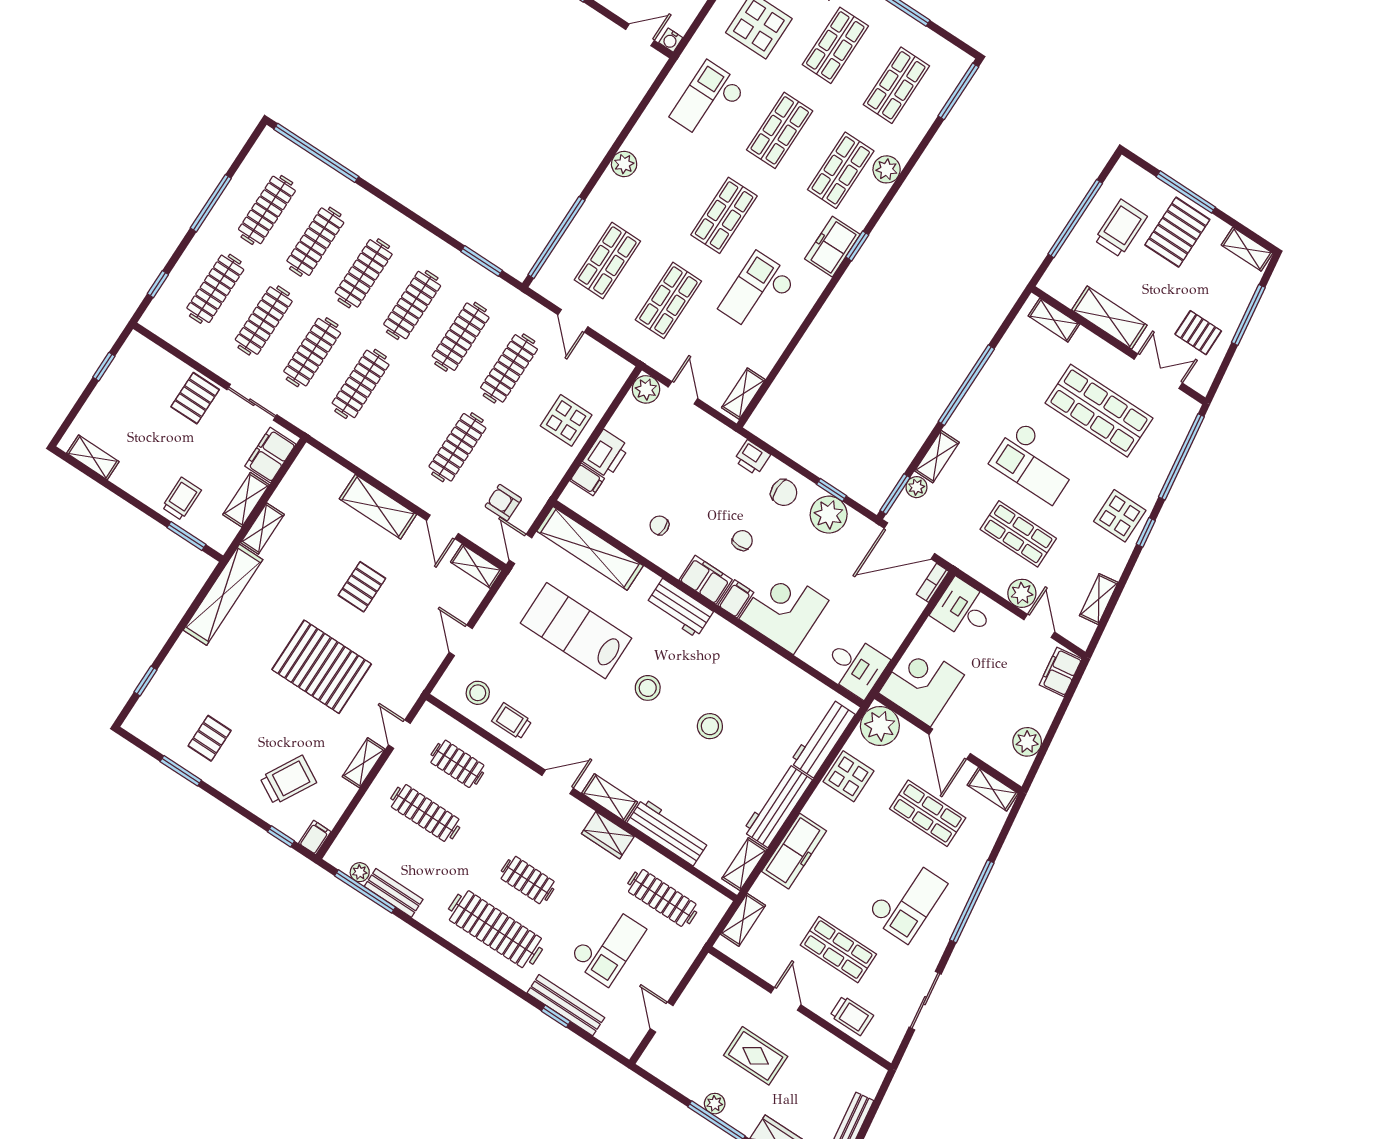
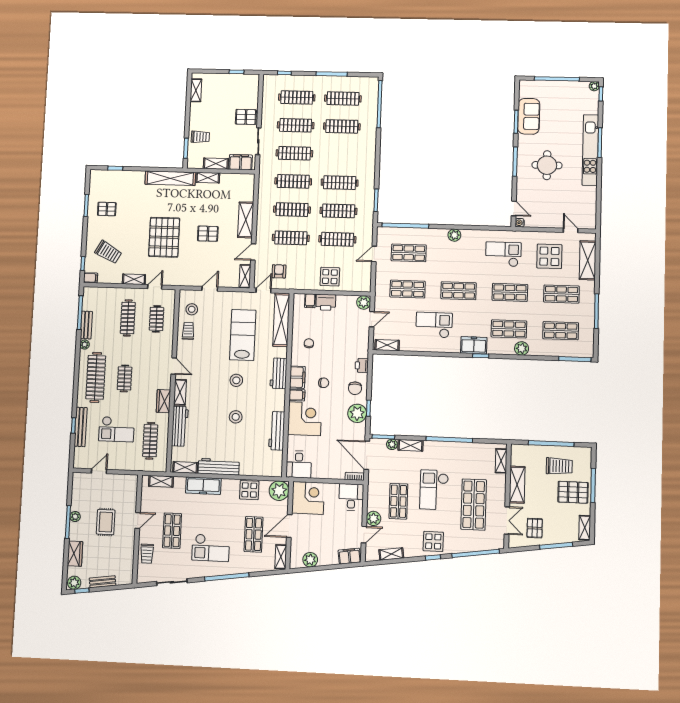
clothes rail: (364, 273) -> (292, 210), moved
workbench: (823, 738) -> (277, 431), moved, turned -90
plant: (360, 872) -> (85, 345), moved

